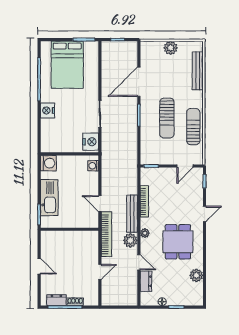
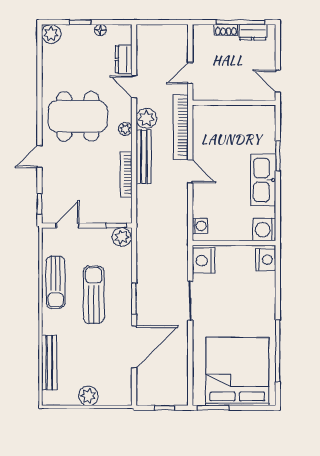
bed: (67, 65) -> (237, 371), width x1.36
nightstand: (47, 110) -> (266, 260), moved
plant: (147, 158) -> (122, 237), added
wall: (69, 229) -> (234, 103), moved
dining table: (178, 242) -> (78, 116), width x1.37
plant: (196, 275) -> (51, 34), moved

